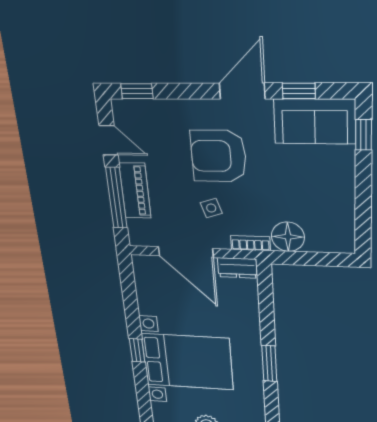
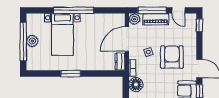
door: (109, 140) -> (178, 10), hinge flipped
plant: (140, 235) -> (135, 19), added
window: (137, 350) -> (74, 10), width x3.17
bed with nightstands: (187, 362) -> (62, 35), width x0.73

